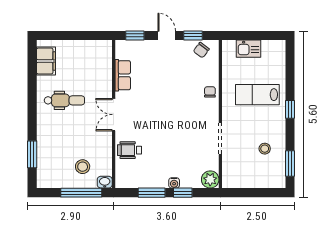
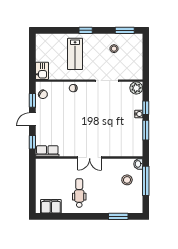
kitchen sink: (248, 49) -> (42, 71), moved
row of seats: (123, 75) -> (47, 151), moved
wheelchair: (130, 150) -> (115, 146), removed

